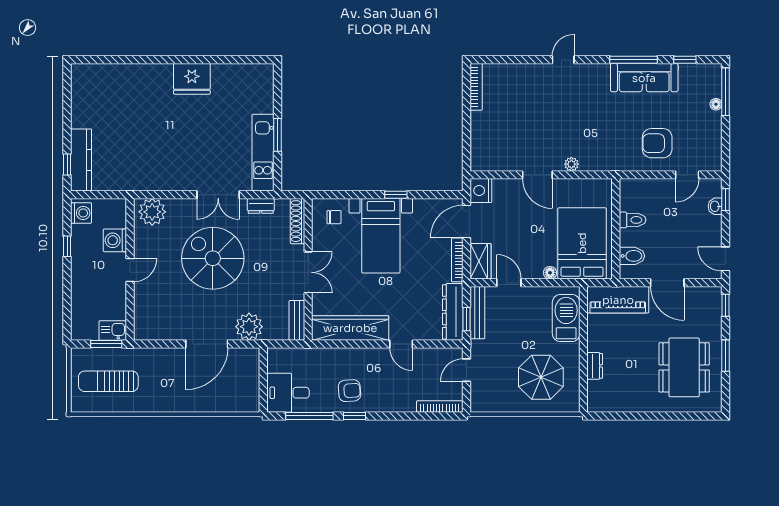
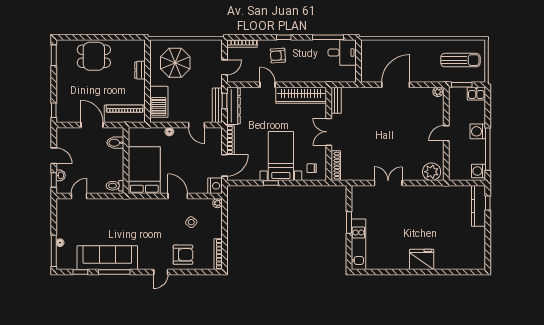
sofa: (644, 78) -> (107, 258), width x1.36, depth x1.27
fridge: (192, 79) -> (422, 259), moved
side table: (517, 135) -> (191, 222), added
armchair: (657, 143) -> (183, 255), moved
kitchen unit: (263, 153) -> (358, 244), moved
plant: (571, 164) -> (217, 203), moved
dresser: (261, 206) -> (360, 176), removed
toilet: (633, 220) -> (115, 186), moved
washing machine: (115, 240) -> (478, 131), moved, turned 180
bed: (582, 243) -> (144, 170), moved, turned 180
window: (67, 246) -> (488, 149), width x3.17
spiral stairs: (213, 258) -> (392, 141), removed
door: (725, 259) -> (54, 156), moved
wardrobe: (480, 261) -> (215, 139), removed
plant: (249, 327) -> (438, 92), moved, width x0.53, depth x0.53
kitchen sink: (113, 330) -> (476, 94), moved
window: (725, 356) -> (54, 55), moved
dining table: (684, 367) -> (94, 56), moved, width x0.73
armchair: (349, 391) -> (278, 56), moved
window: (355, 416) -> (284, 37), moved

